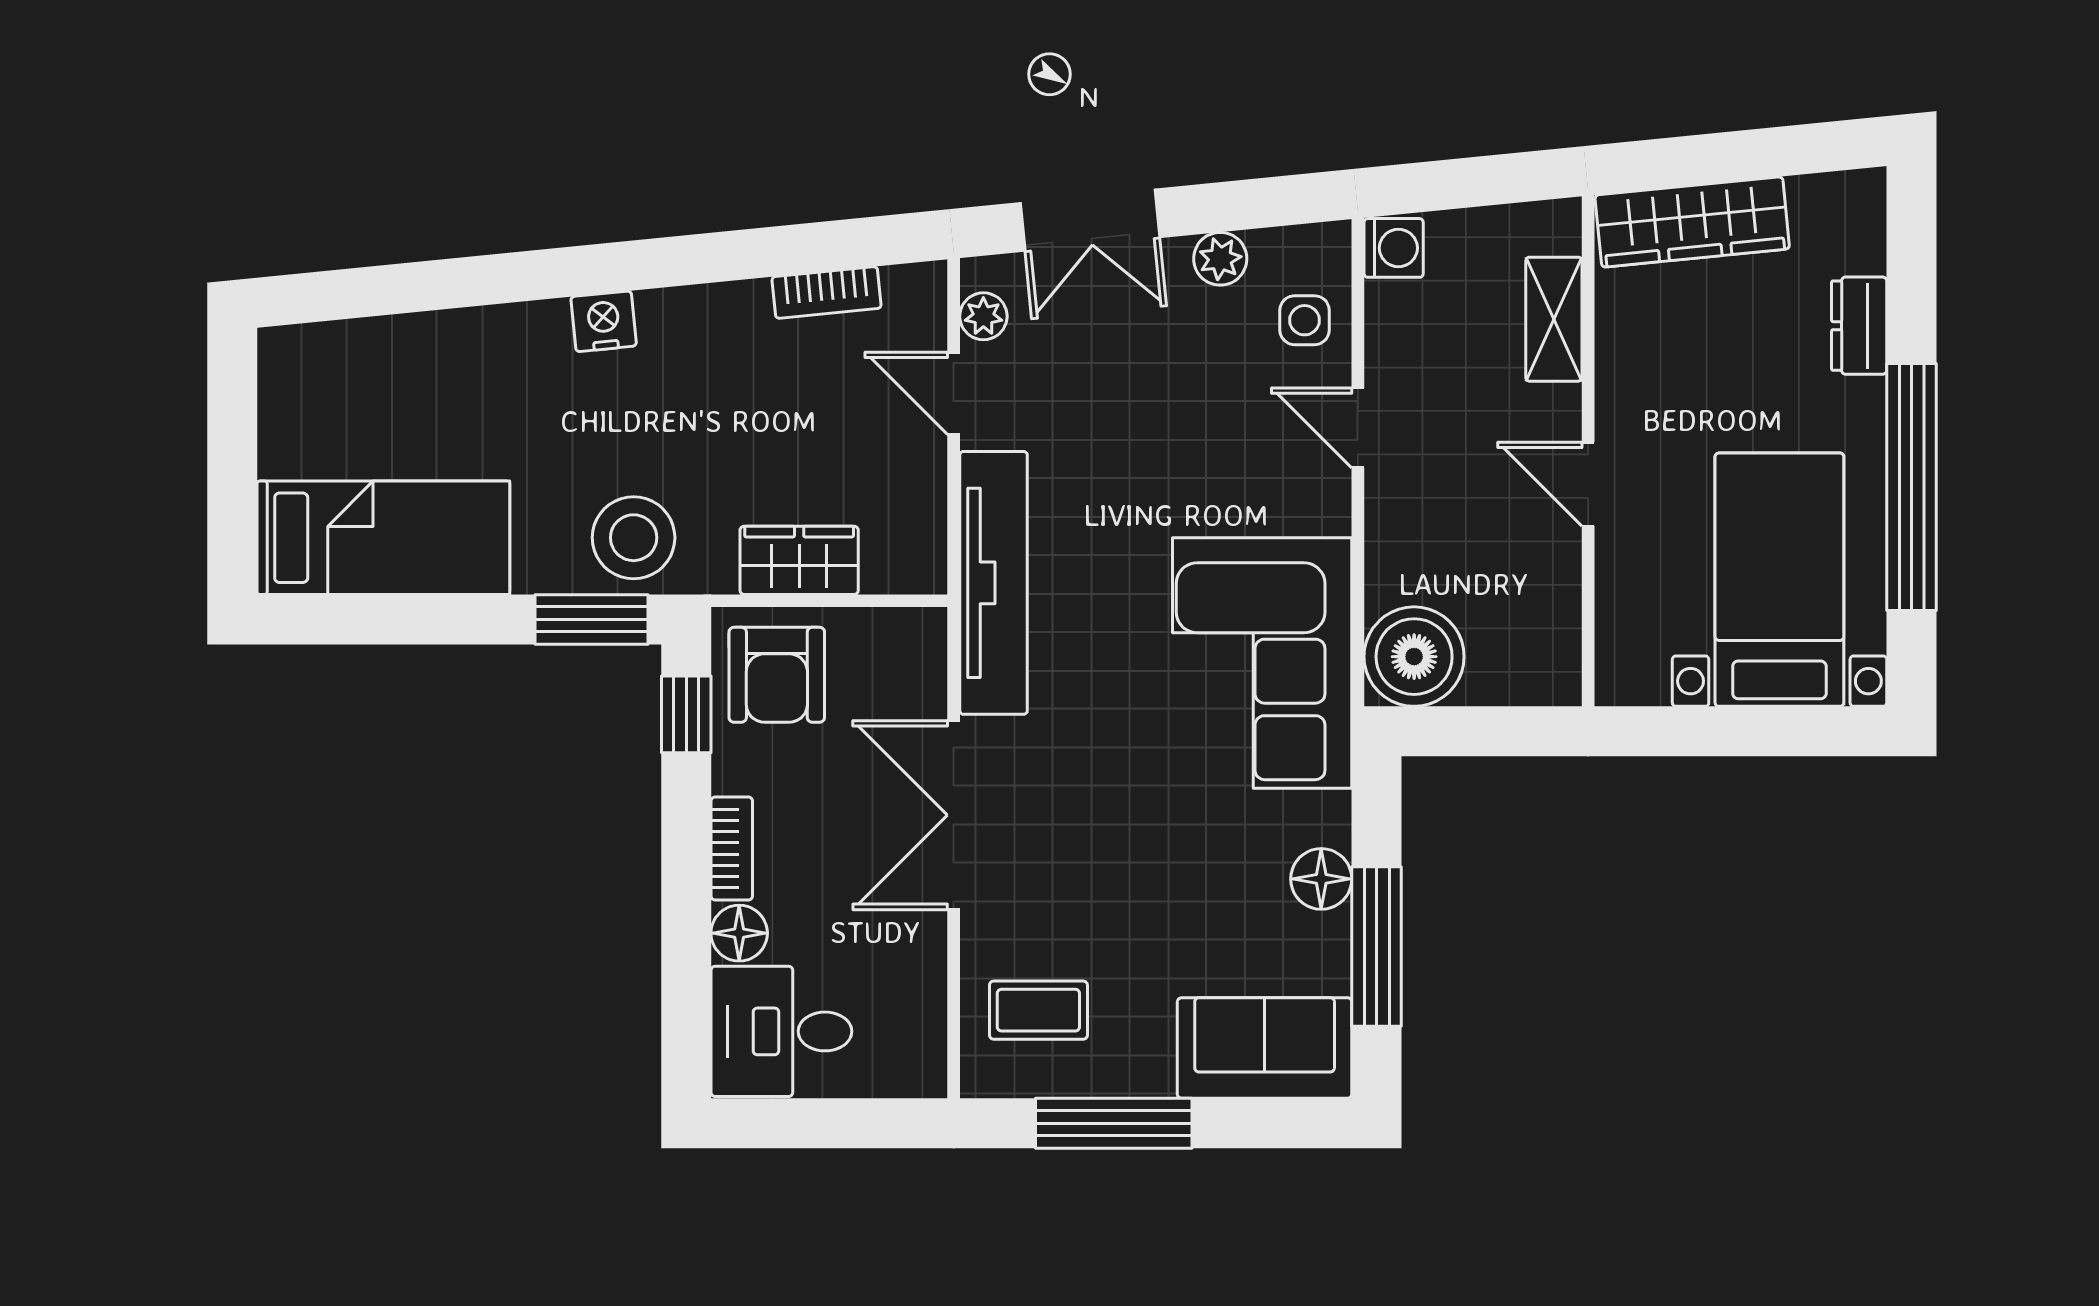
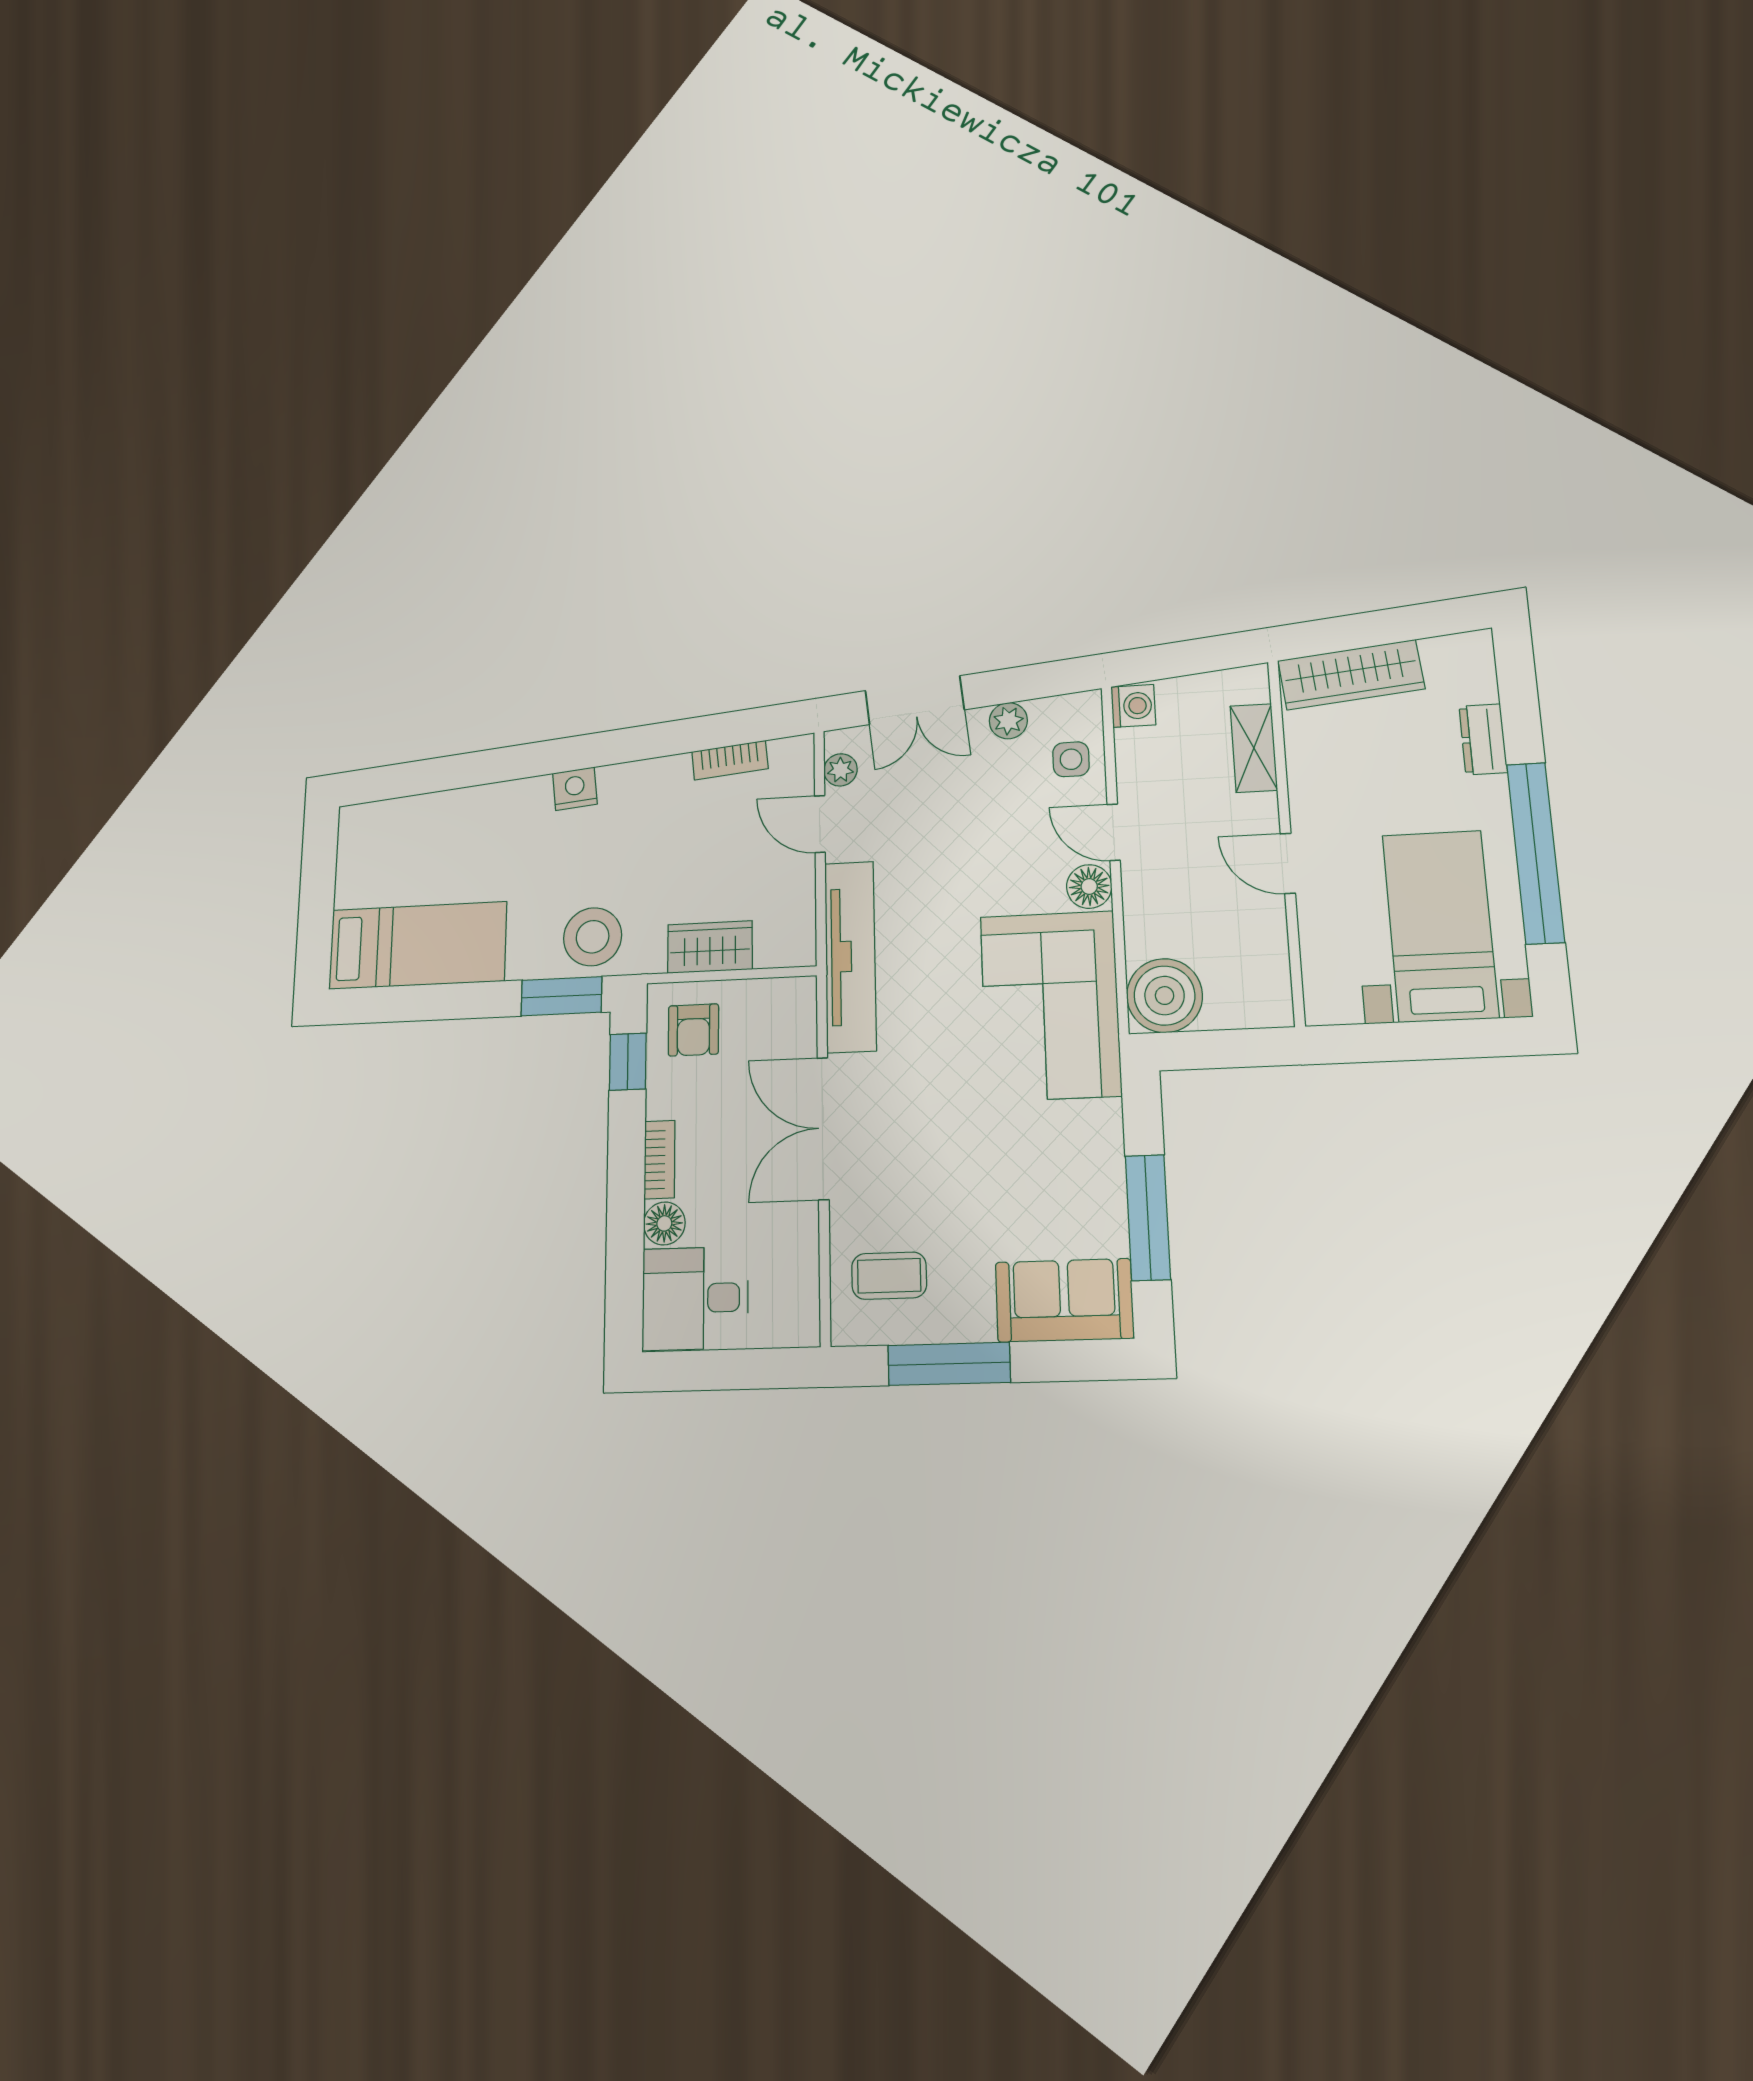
armchair: (777, 675) -> (693, 1030), width x0.72, depth x0.72
floor lamp: (1321, 879) -> (1089, 887), moved

